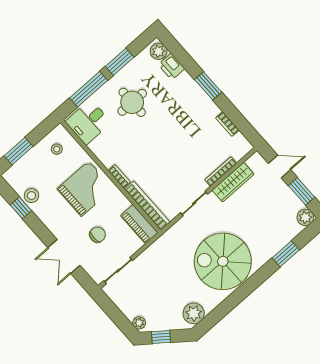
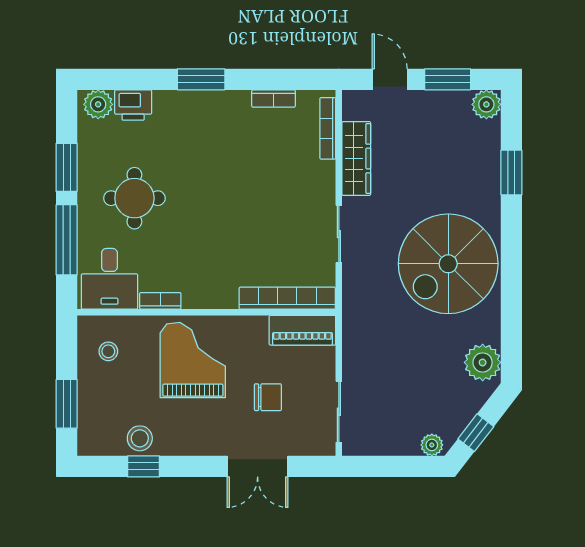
door: (279, 167) -> (390, 79), hinge flipped
bookcase: (221, 172) -> (328, 128), moved
bookcase: (119, 176) -> (160, 301), moved
chair: (98, 235) -> (268, 397), turned 90

